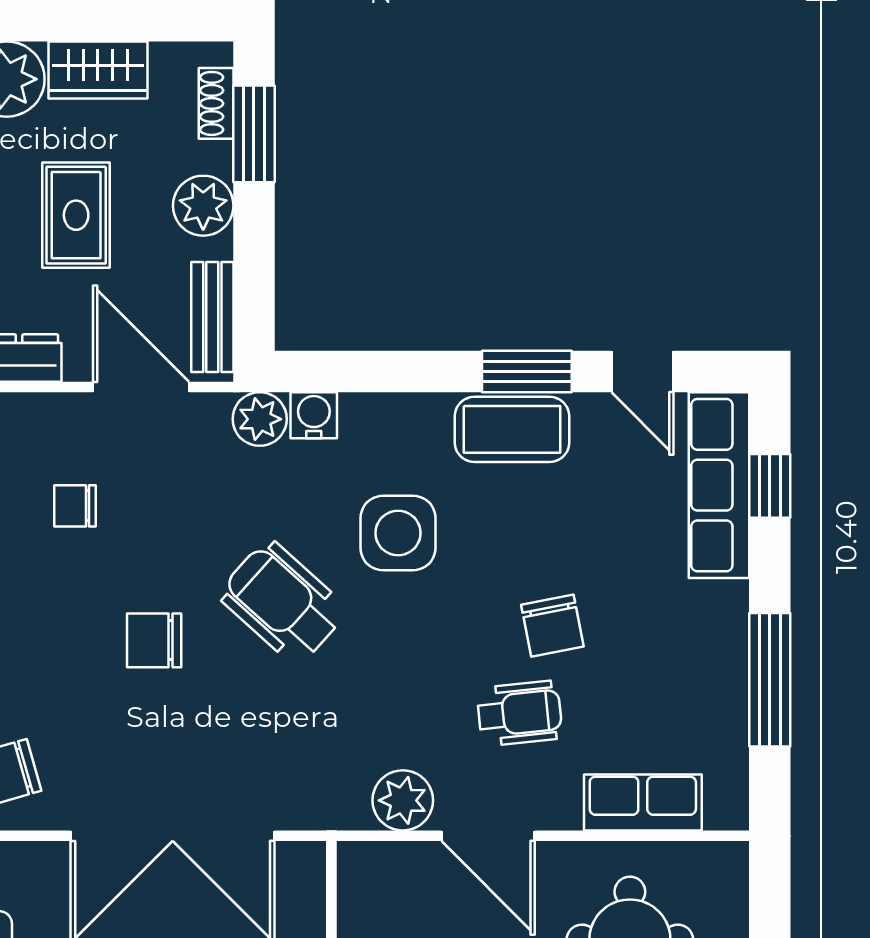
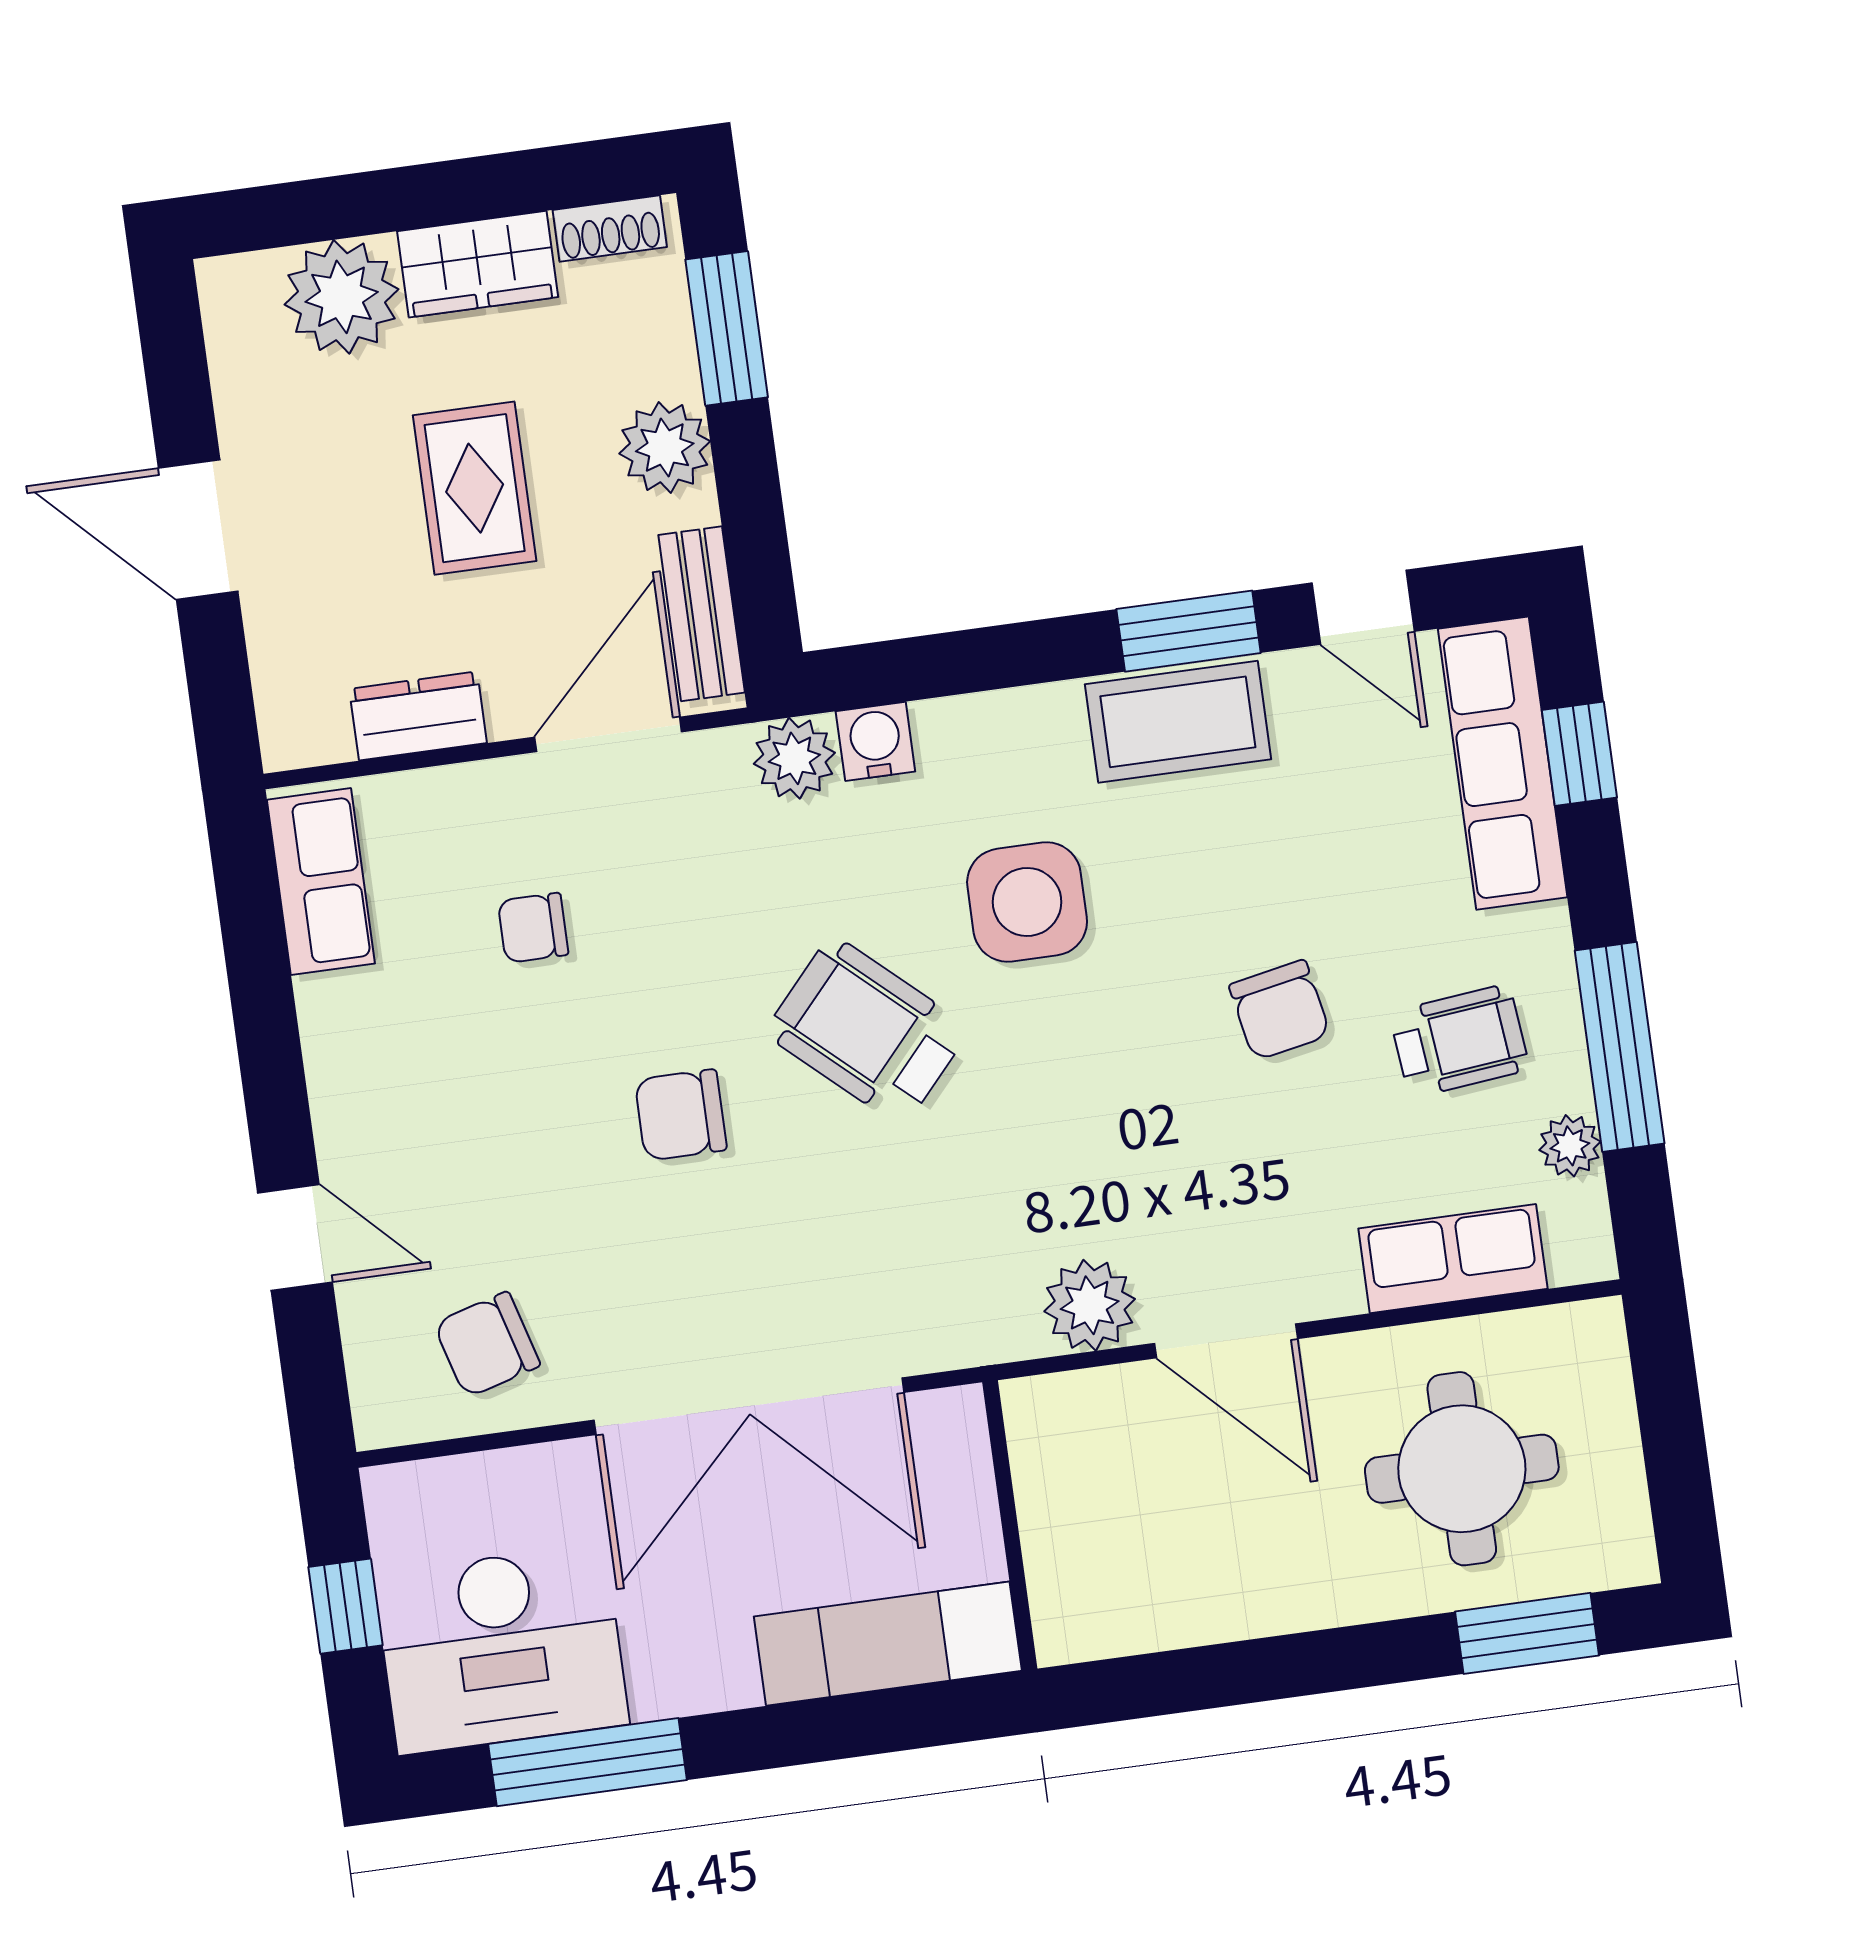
shoe rack: (216, 103) -> (610, 228), moved, turned -90
door: (141, 387) -> (608, 734), hinge flipped
wheelchair: (520, 713) -> (1459, 1041), moved
plant: (729, 740) -> (1570, 1146), added

